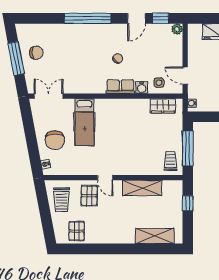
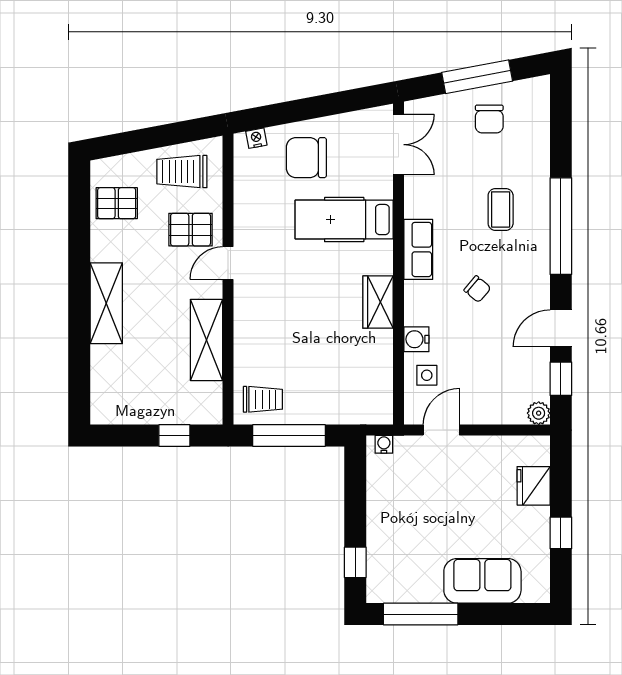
door: (136, 18) -> (561, 328), hinge flipped
coffee table: (80, 47) -> (501, 209), added
row of seats: (120, 87) -> (418, 249), moved
wardrobe: (163, 106) -> (378, 302), moved
shelving: (155, 236) -> (106, 303), moved

